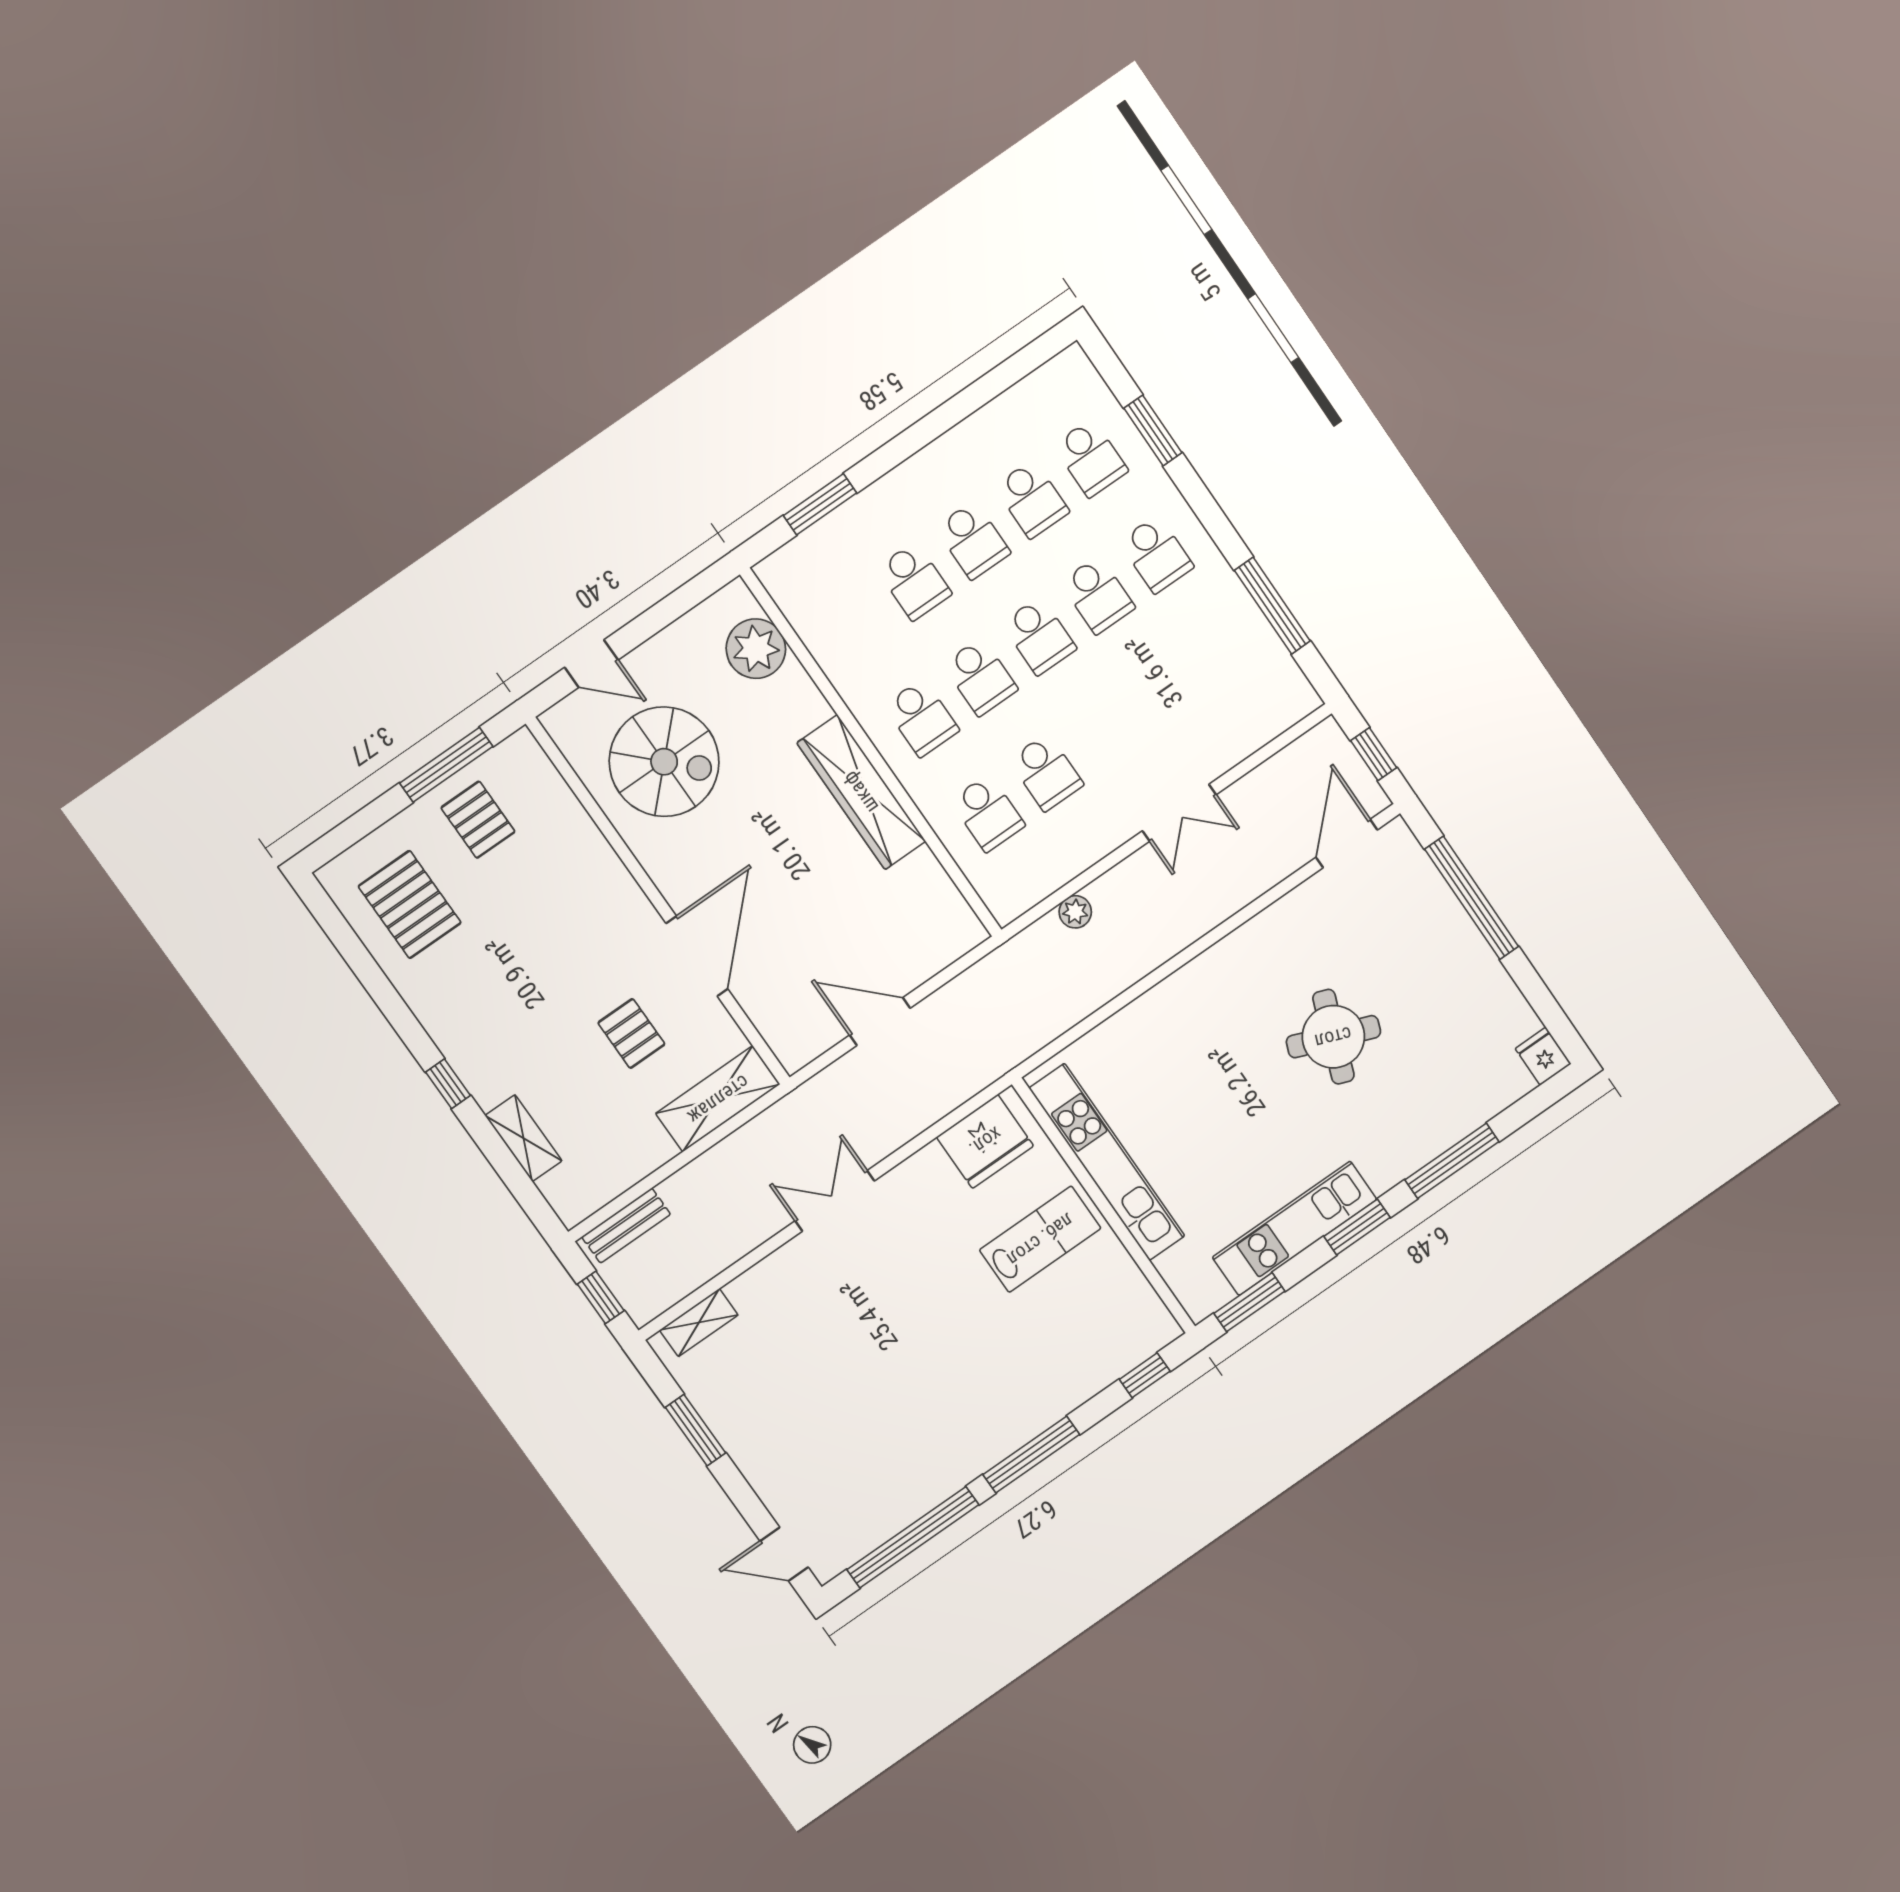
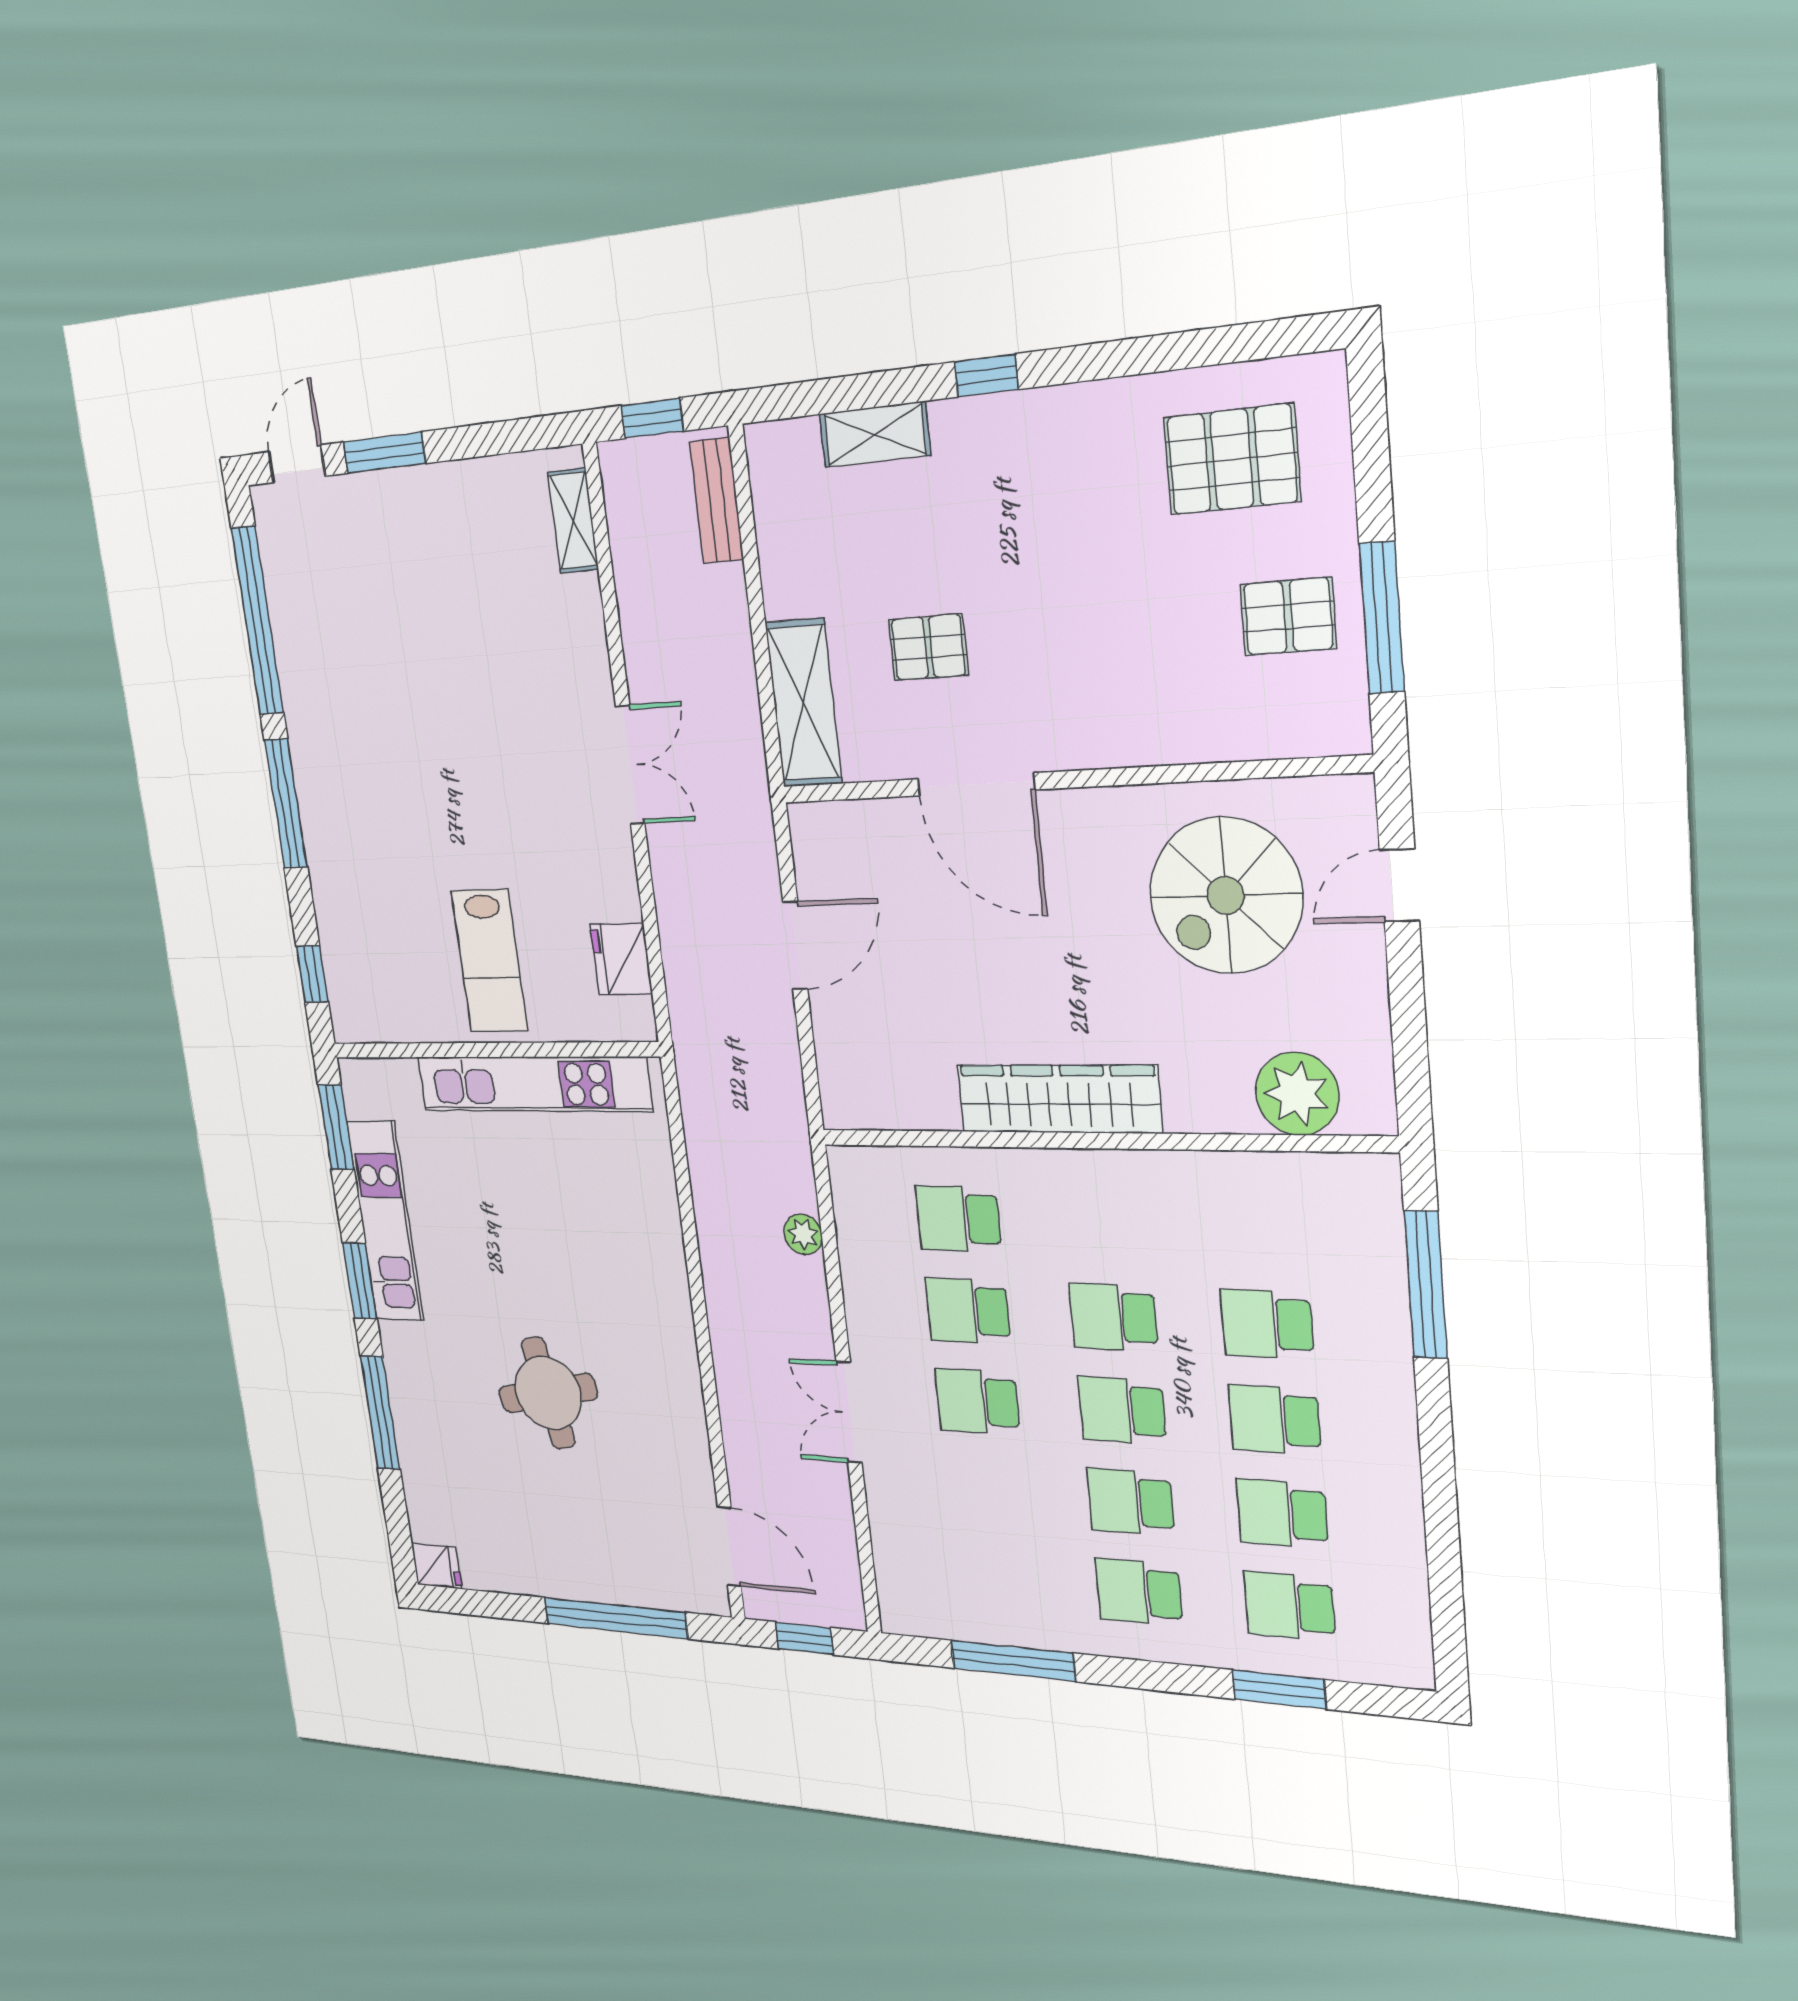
window: (820, 504) -> (1426, 1285), width x1.44
school desk: (922, 718) -> (977, 1401), moved
round table: (1333, 1037) -> (548, 1393), turned -32
fridge: (985, 1141) -> (621, 959), width x0.73, depth x0.75
window: (696, 1430) -> (384, 453), moved

